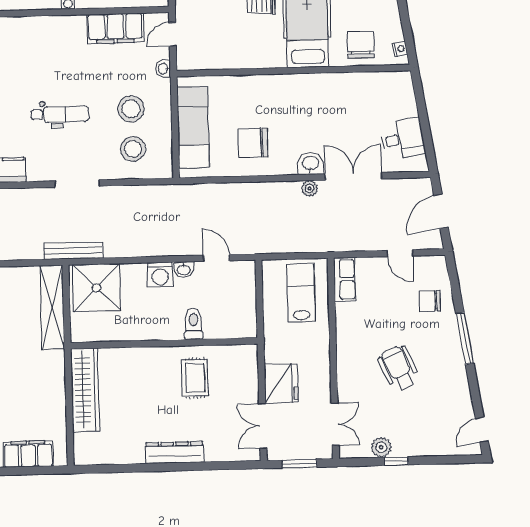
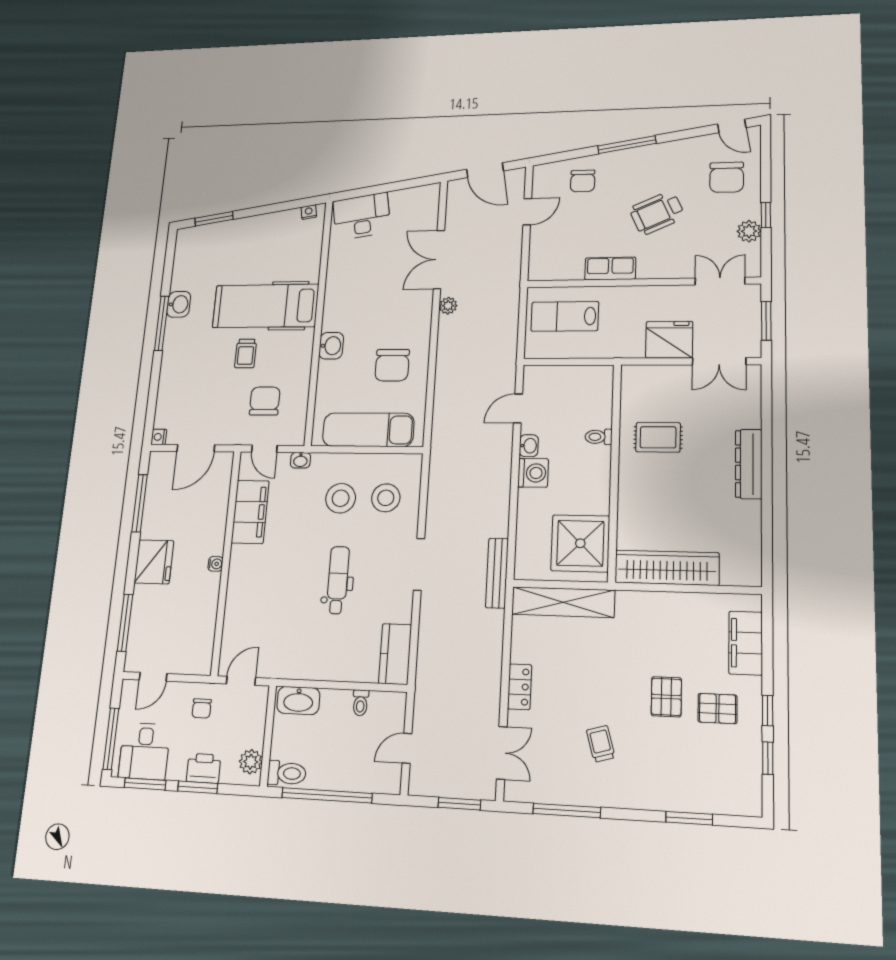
chair: (361, 45) -> (265, 401), moved, turned 90
desk: (403, 139) -> (362, 216), moved, width x1.37
washbasin: (311, 164) -> (331, 346), moved, turned 180
row of seats: (345, 279) -> (610, 269), moved
shower: (97, 288) -> (580, 543), moved
toilet: (193, 324) -> (599, 437), width x0.73, depth x0.72
chair: (432, 427) -> (727, 177), added

